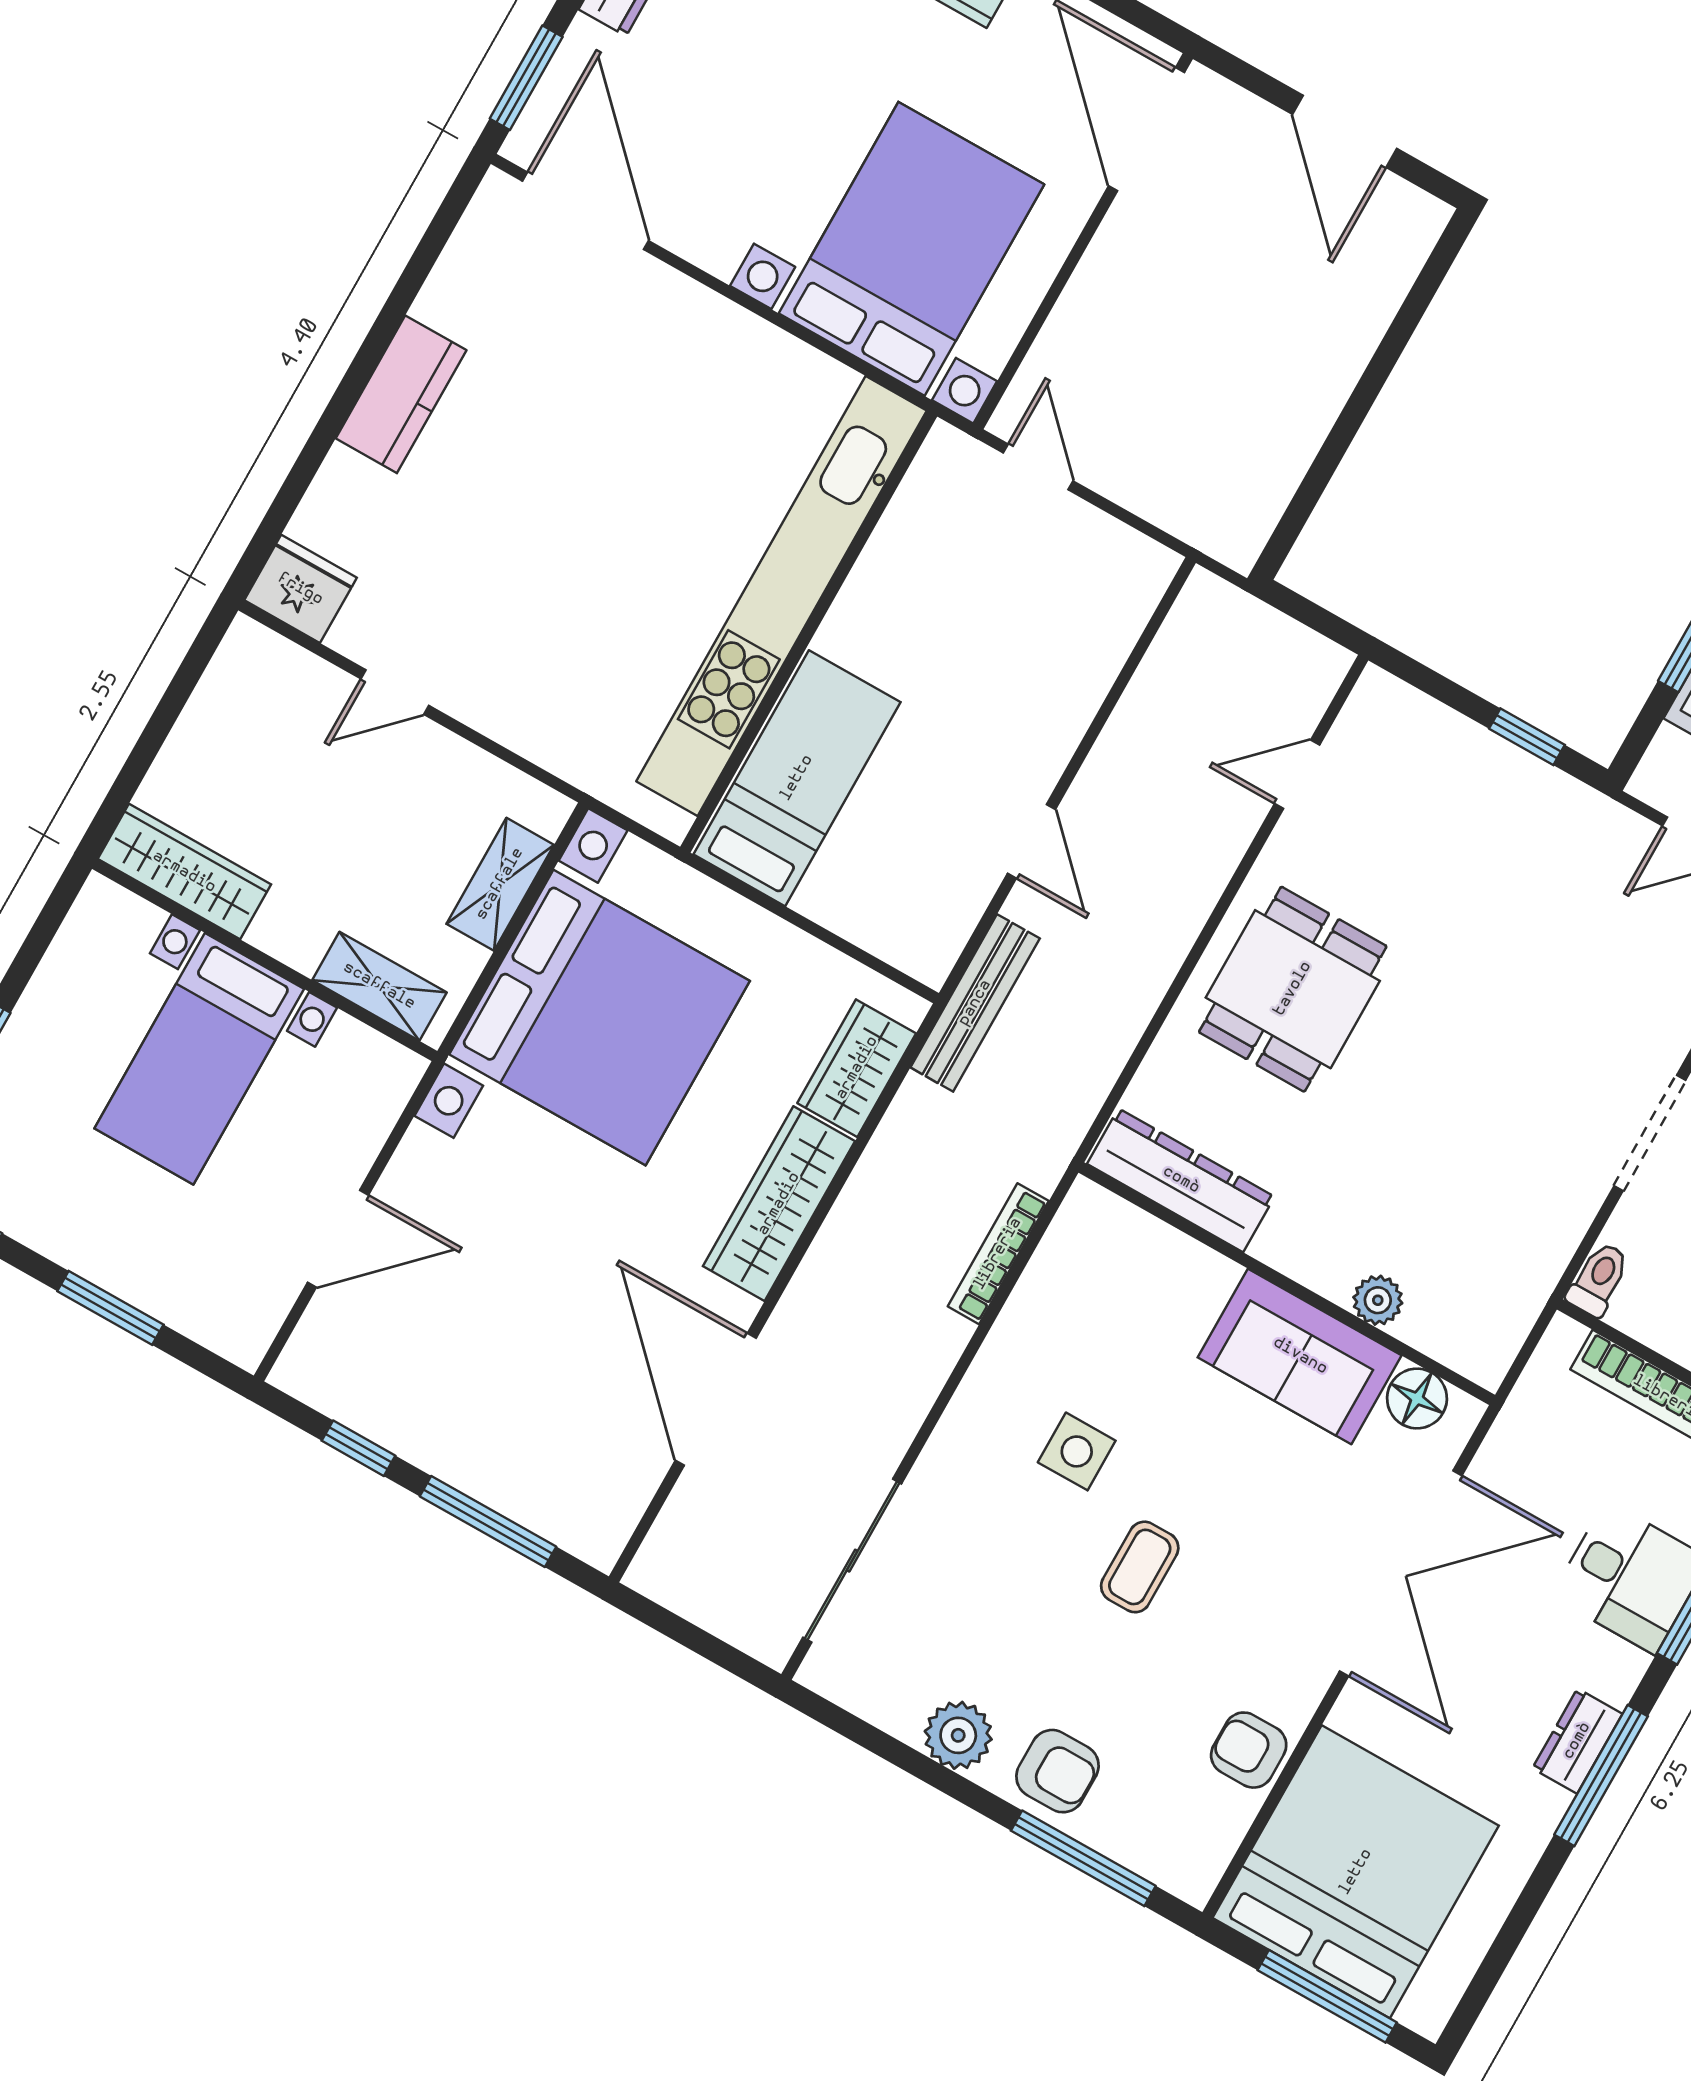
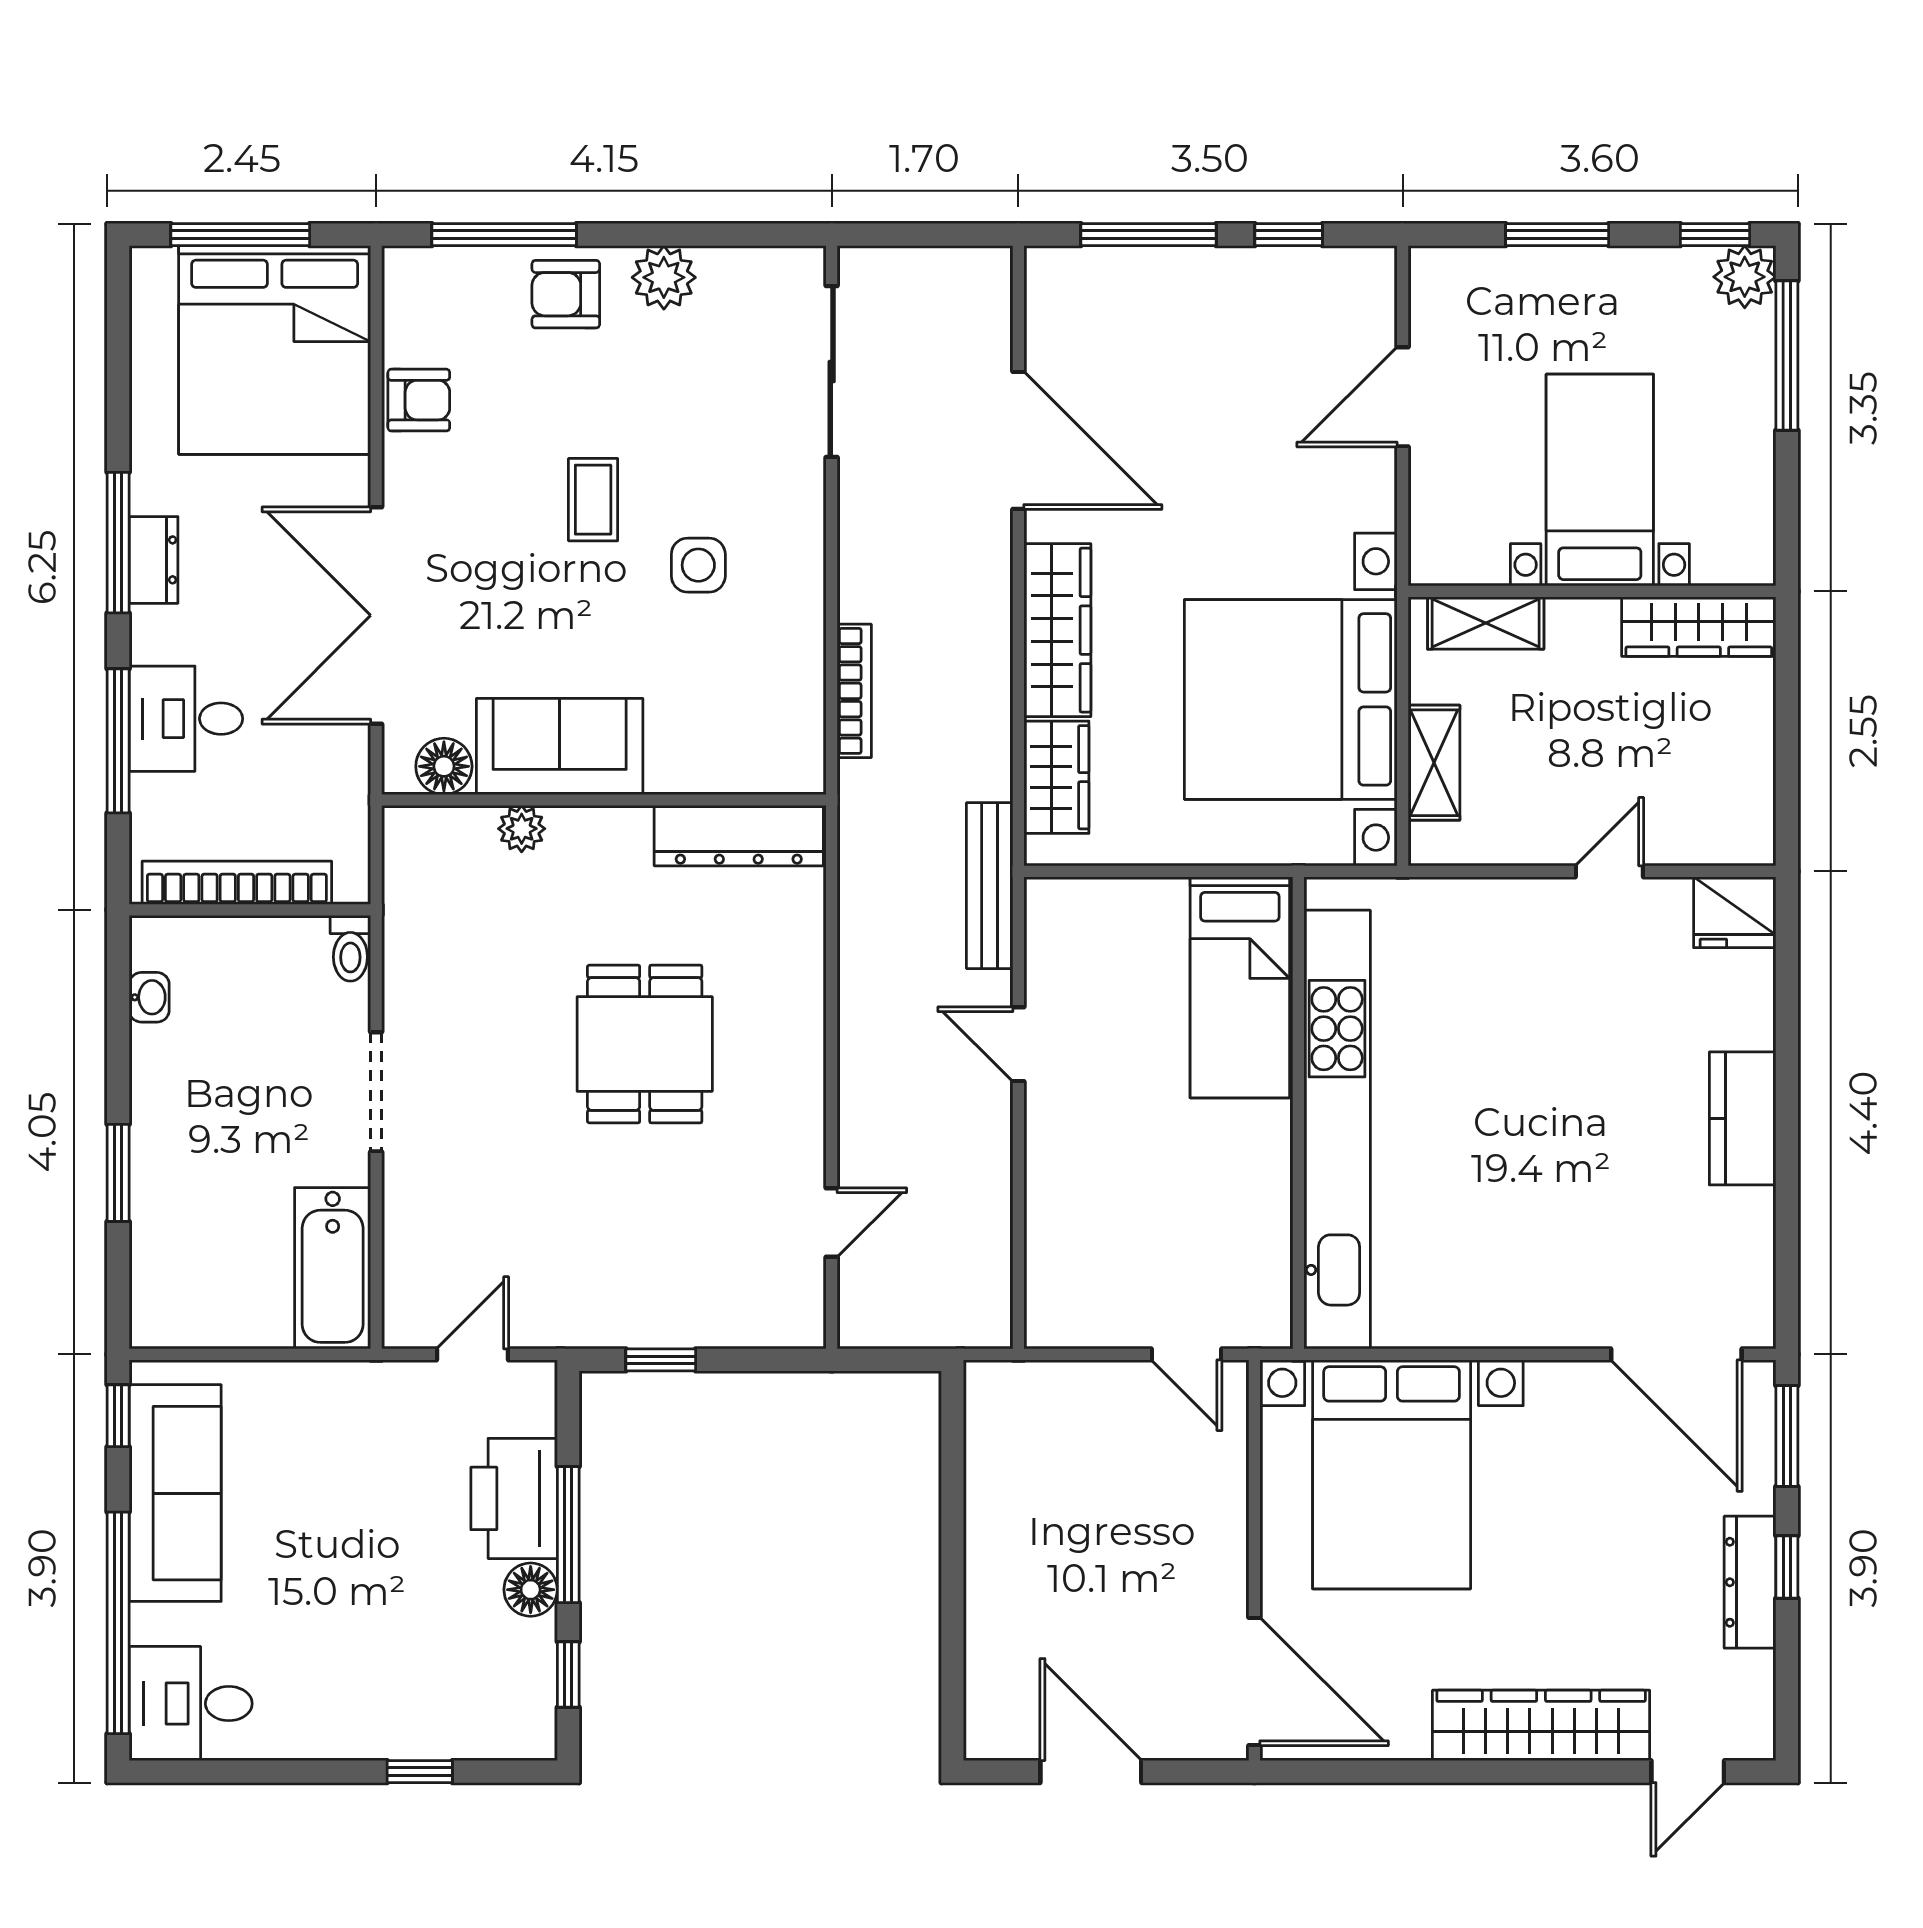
dining table: (1293, 989) -> (645, 1044), moved

